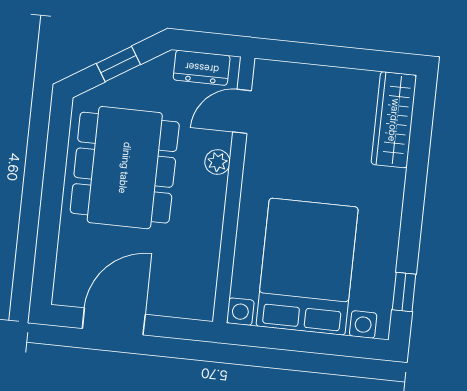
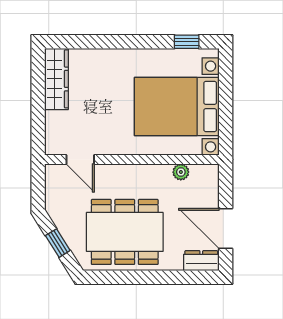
dresser: (202, 68) -> (201, 261), moved, turned -90
wardrobe: (394, 120) -> (56, 79), moved, turned -90
plant: (217, 162) -> (181, 172), moved

